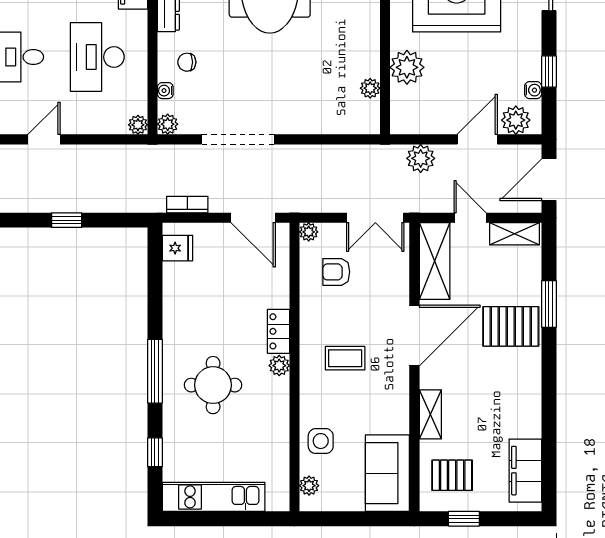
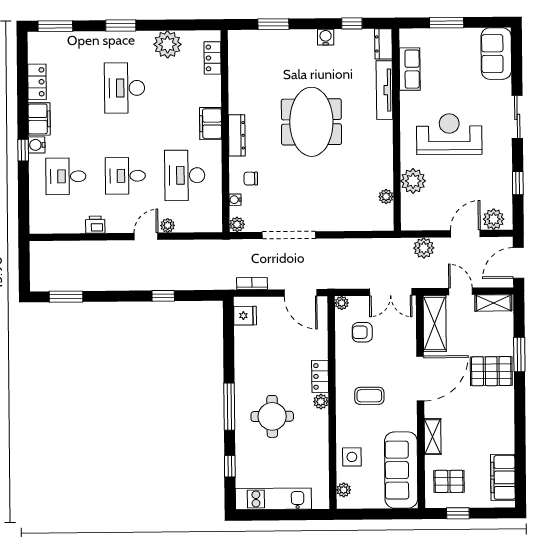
water cooler: (533, 90) -> (506, 197), removed
plant: (138, 125) -> (168, 225), moved
sofa: (387, 473) -> (401, 470), width x1.36

